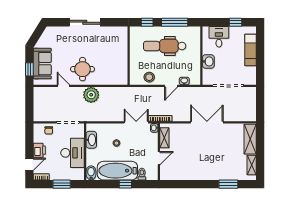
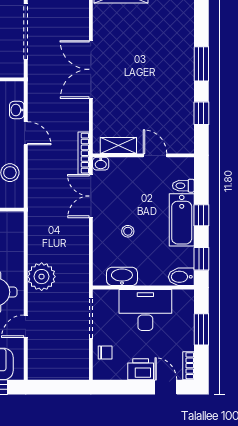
bathtub: (117, 171) -> (182, 220), width x0.73, depth x0.73
window: (101, 184) -> (201, 259), added
window: (182, 184) -> (201, 113), added
window: (228, 184) -> (201, 64), moved

